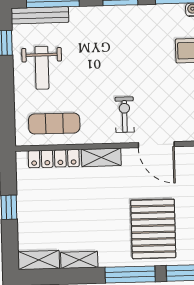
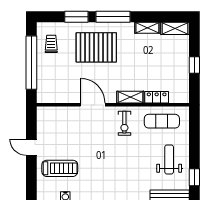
exercise bike: (125, 115) -> (124, 123), moved
locker: (54, 159) -> (157, 97), width x0.66
pallet: (153, 229) -> (96, 47), turned 90

